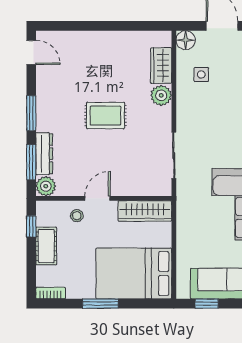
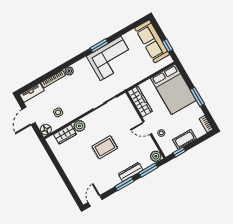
rug: (105, 115) -> (105, 147), turned 90
dresser: (44, 154) -> (130, 172), moved

